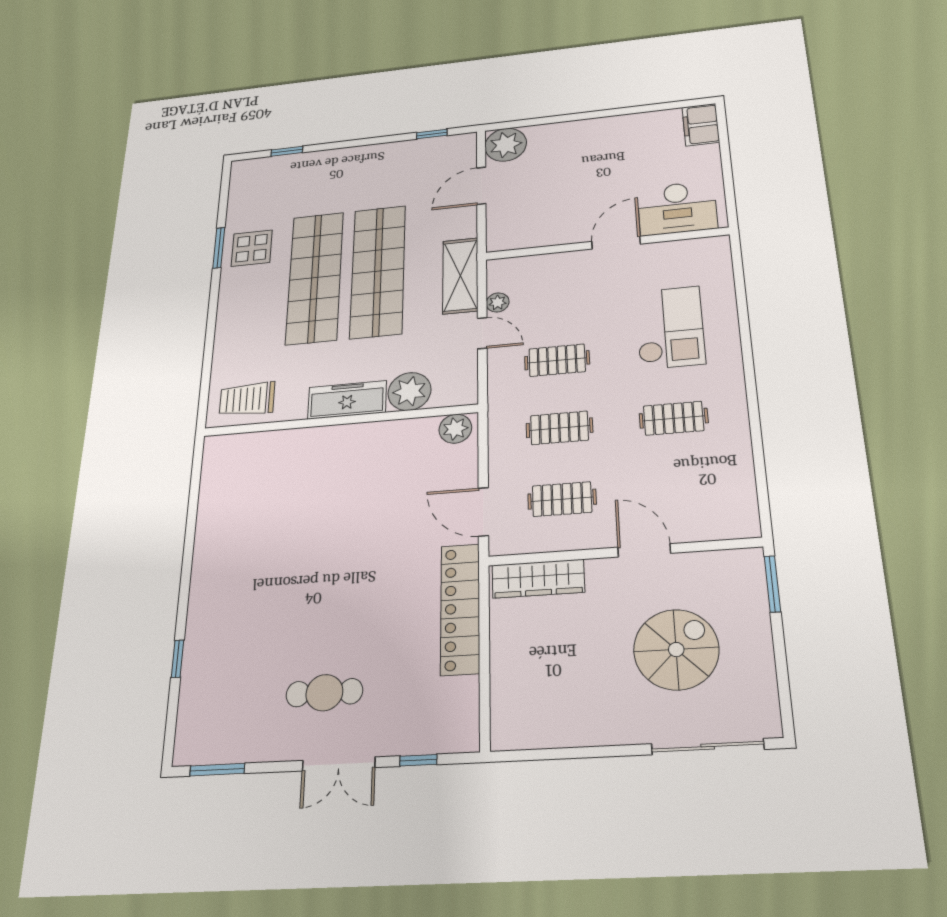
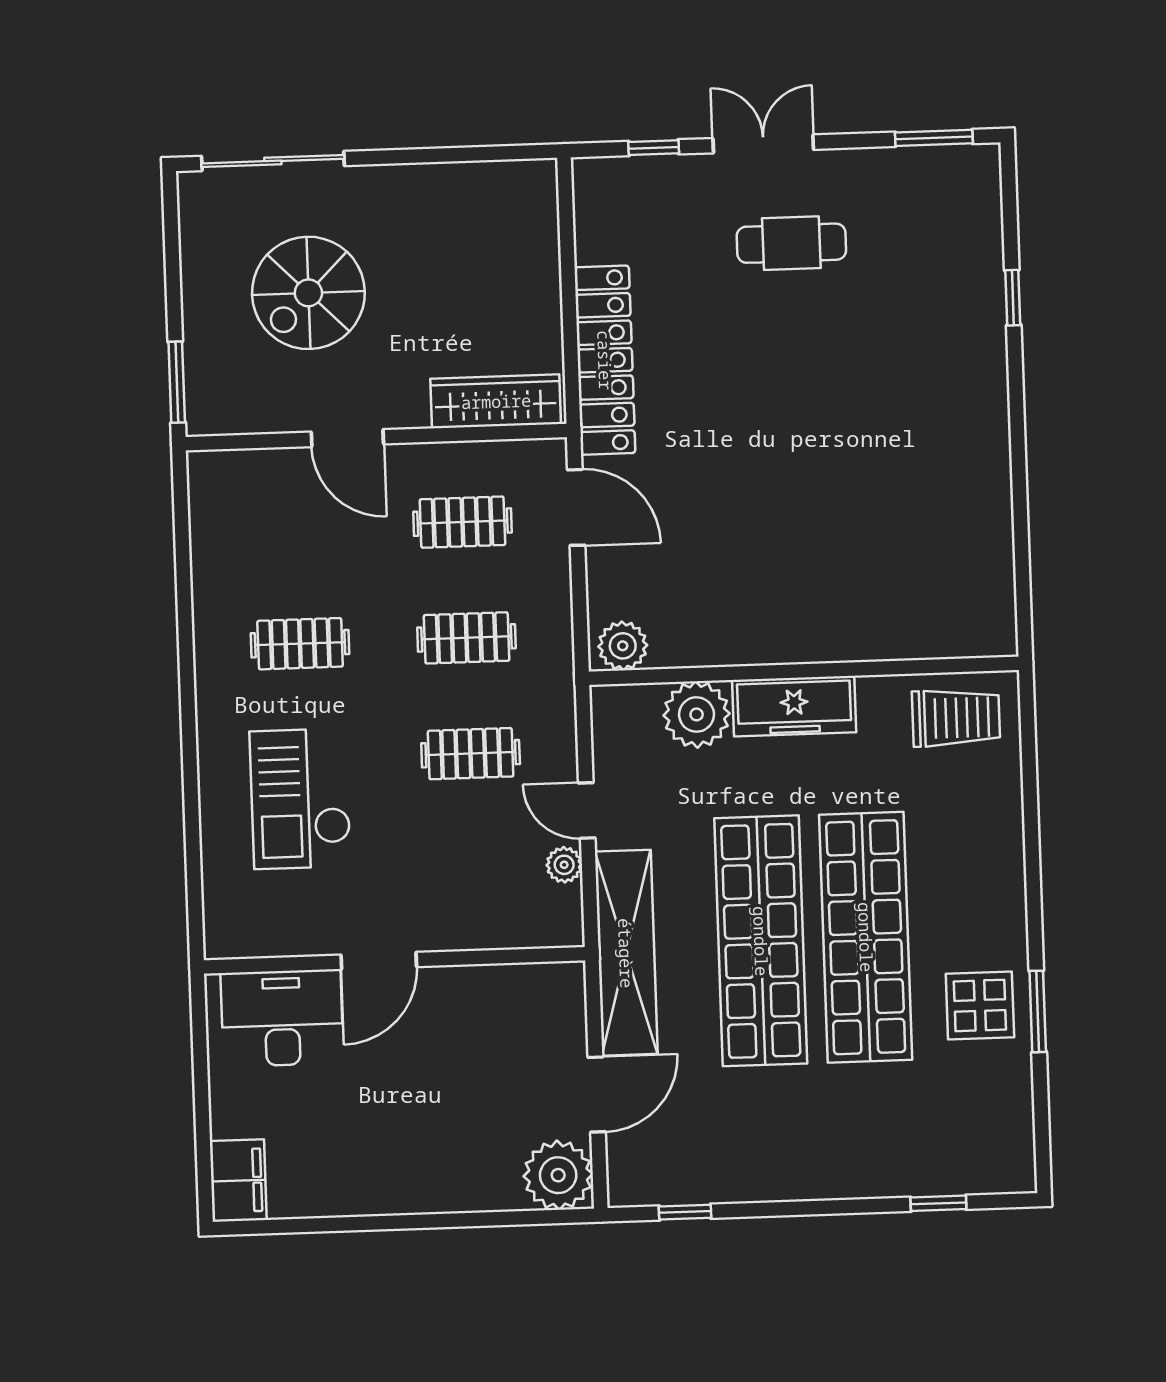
shelving: (460, 276) -> (626, 953), width x1.47

